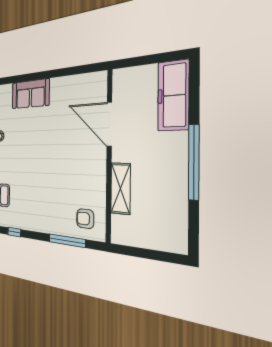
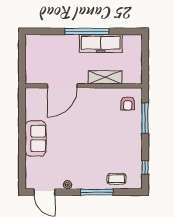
sofa: (30, 94) -> (35, 138), moved
freezer: (173, 95) -> (101, 44), moved

